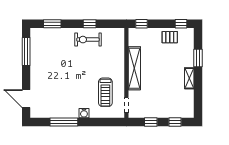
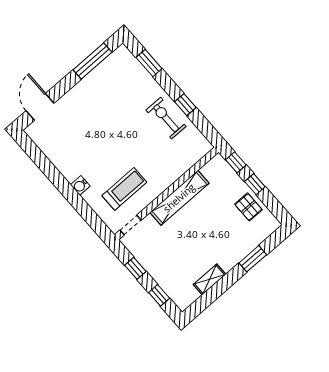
window: (181, 24) -> (255, 184), moved
shelving: (189, 78) -> (210, 279), moved
treadmill: (105, 92) -> (124, 189), turned 180
window: (64, 122) -> (51, 172), removed

